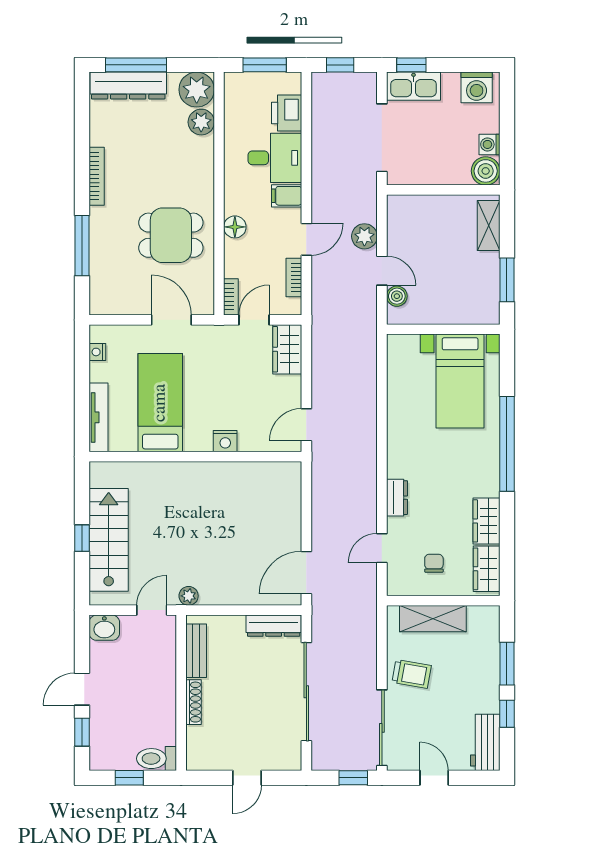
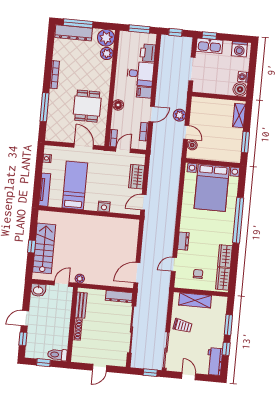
doorway: (382, 138) -> (192, 69), width x0.73
dining table: (171, 235) -> (87, 106), turned 90
wardrobe: (287, 349) -> (137, 177), moved
bed with nightstands: (460, 381) -> (212, 188), width x1.36

